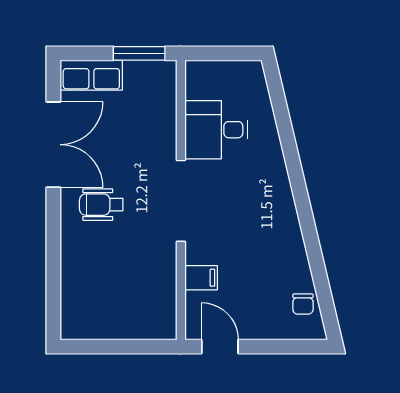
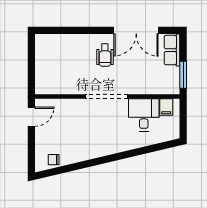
wheelchair: (101, 205) -> (105, 55), turned 180
filing cabinet: (201, 278) -> (166, 107), moved

